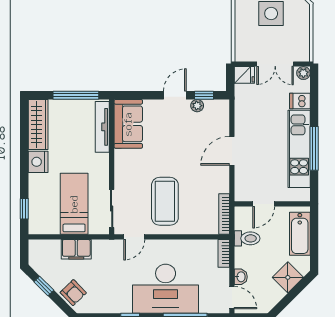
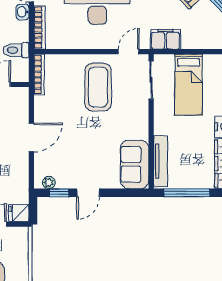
plant: (197, 106) -> (49, 183), moved
filing cabinet: (76, 249) -> (166, 39), moved
bookcase: (224, 253) -> (39, 27), width x1.56

